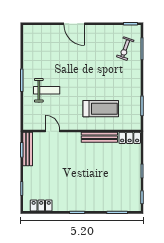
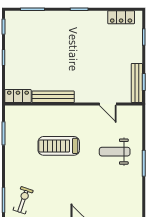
treadmill: (101, 109) -> (59, 146), moved

